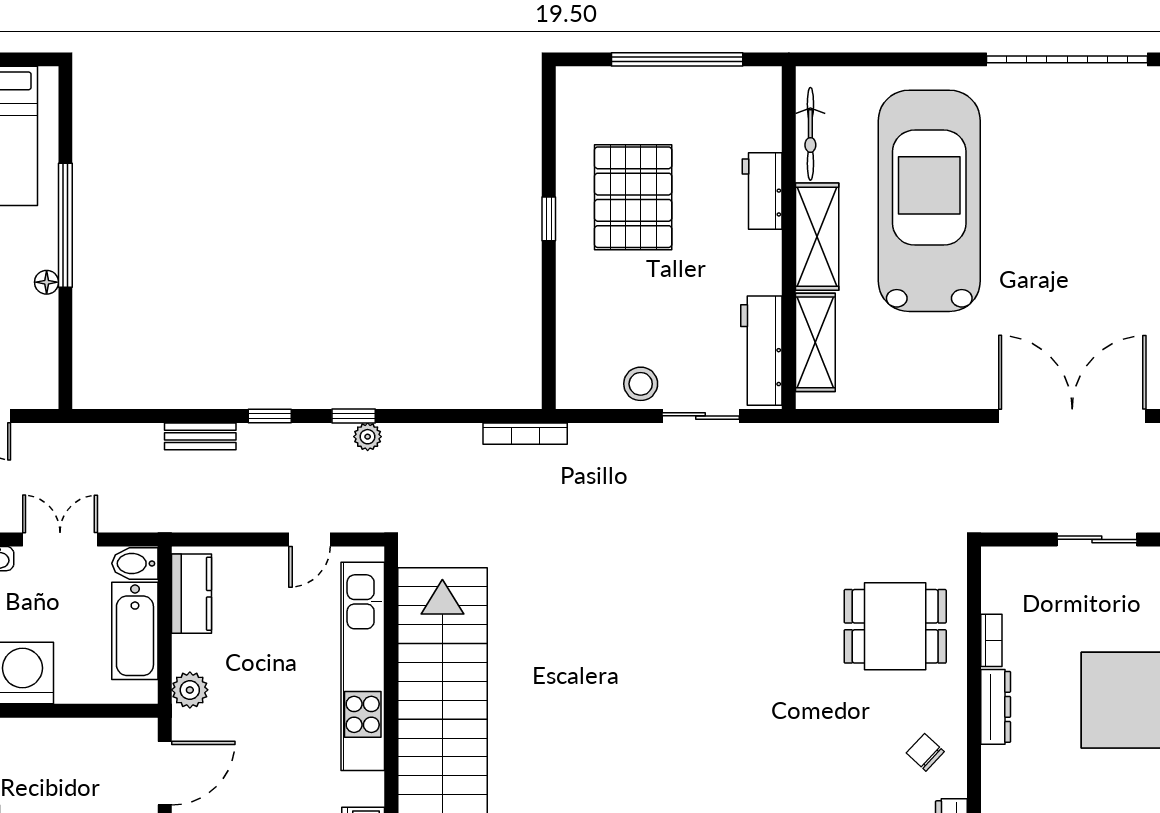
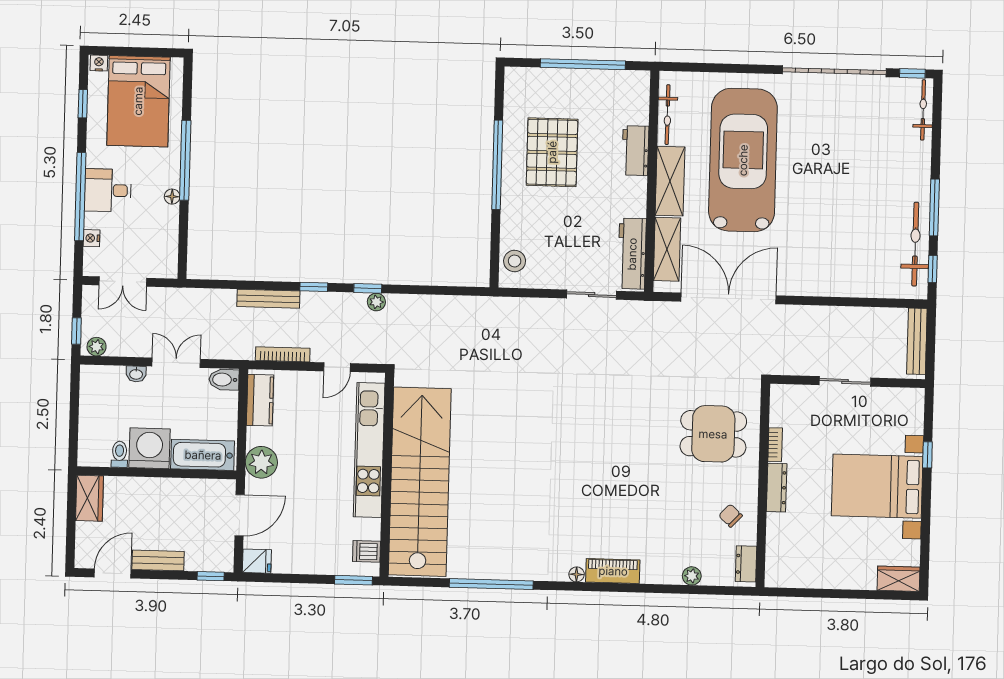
window: (549, 219) -> (497, 165), width x3.17
stool: (641, 384) -> (515, 261), moved
double door: (1072, 416) -> (729, 298), moved
bookcase: (525, 434) -> (283, 354), moved, turned 180
bench: (200, 436) -> (268, 299), width x1.36
bathtub: (135, 631) -> (203, 455), moved, turned 90
plant: (190, 690) -> (261, 462), width x1.36, depth x1.36

